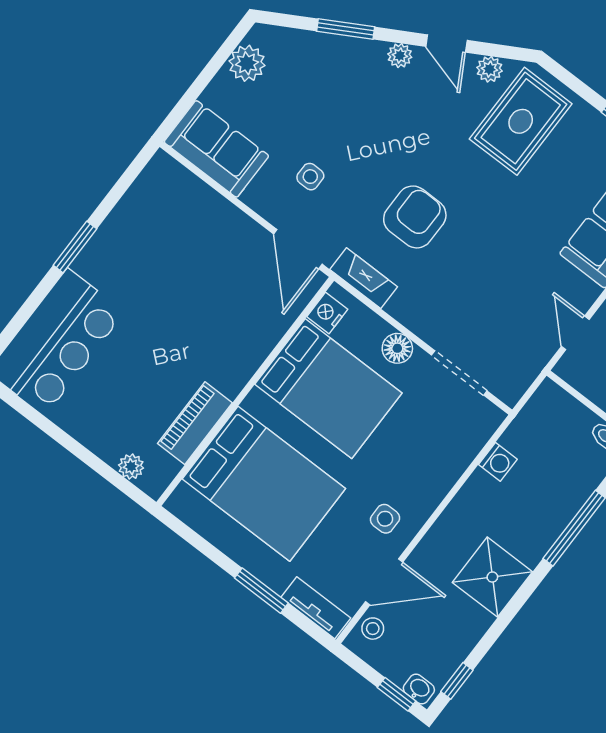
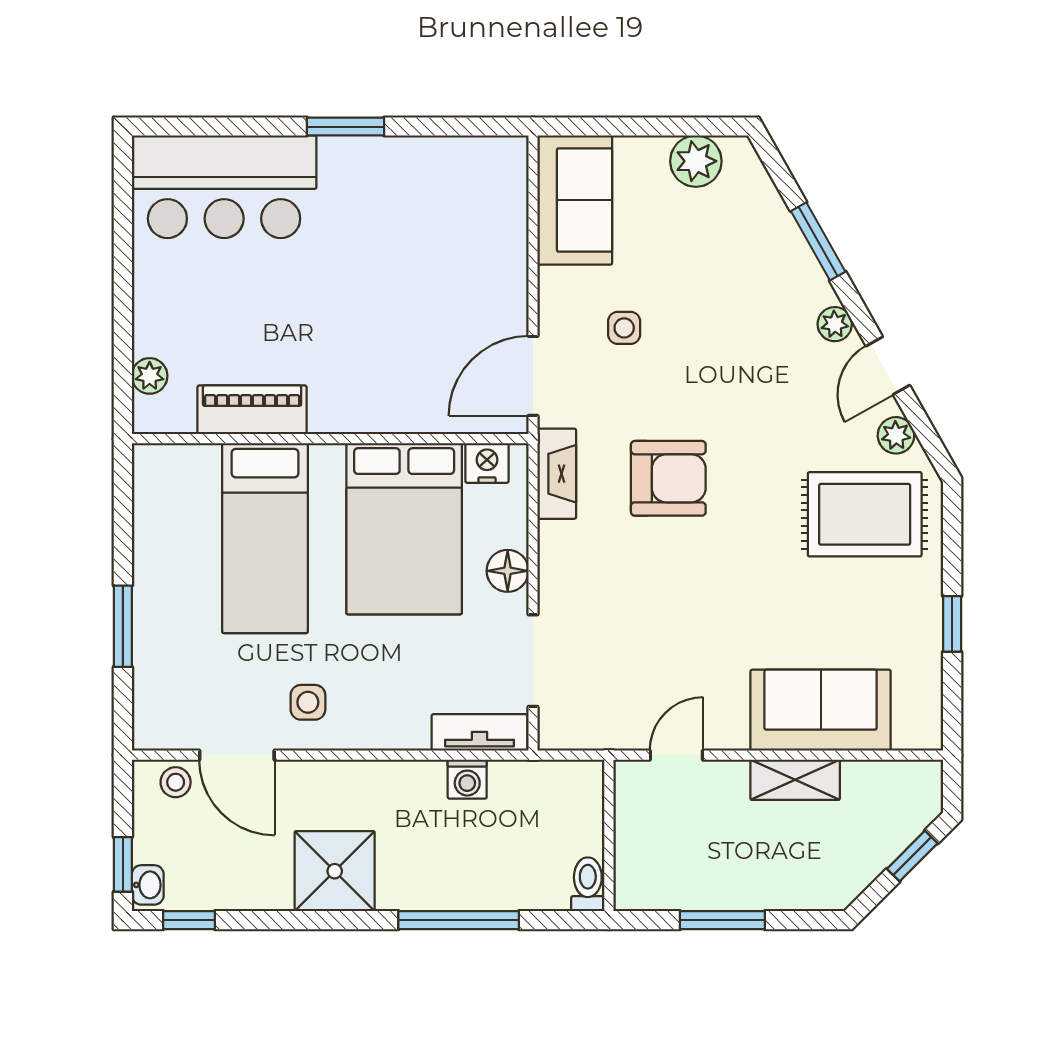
bed: (264, 484) -> (265, 538), width x0.67
tv unit: (316, 608) -> (479, 732), moved, turned -90

